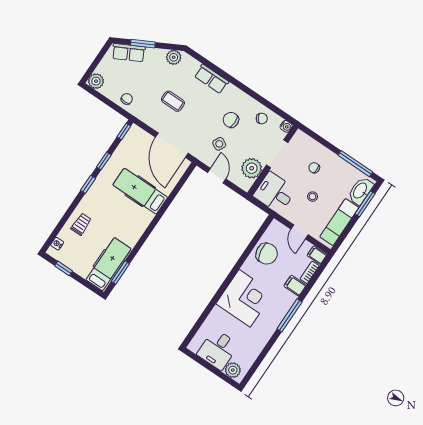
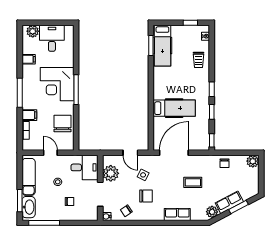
row of seats: (129, 53) -> (229, 202), moved
door: (172, 145) -> (174, 153), hinge flipped
chair: (267, 254) -> (62, 123), turned 100
filing cabinet: (317, 255) -> (29, 59), moved
window: (229, 279) -> (76, 90), added

